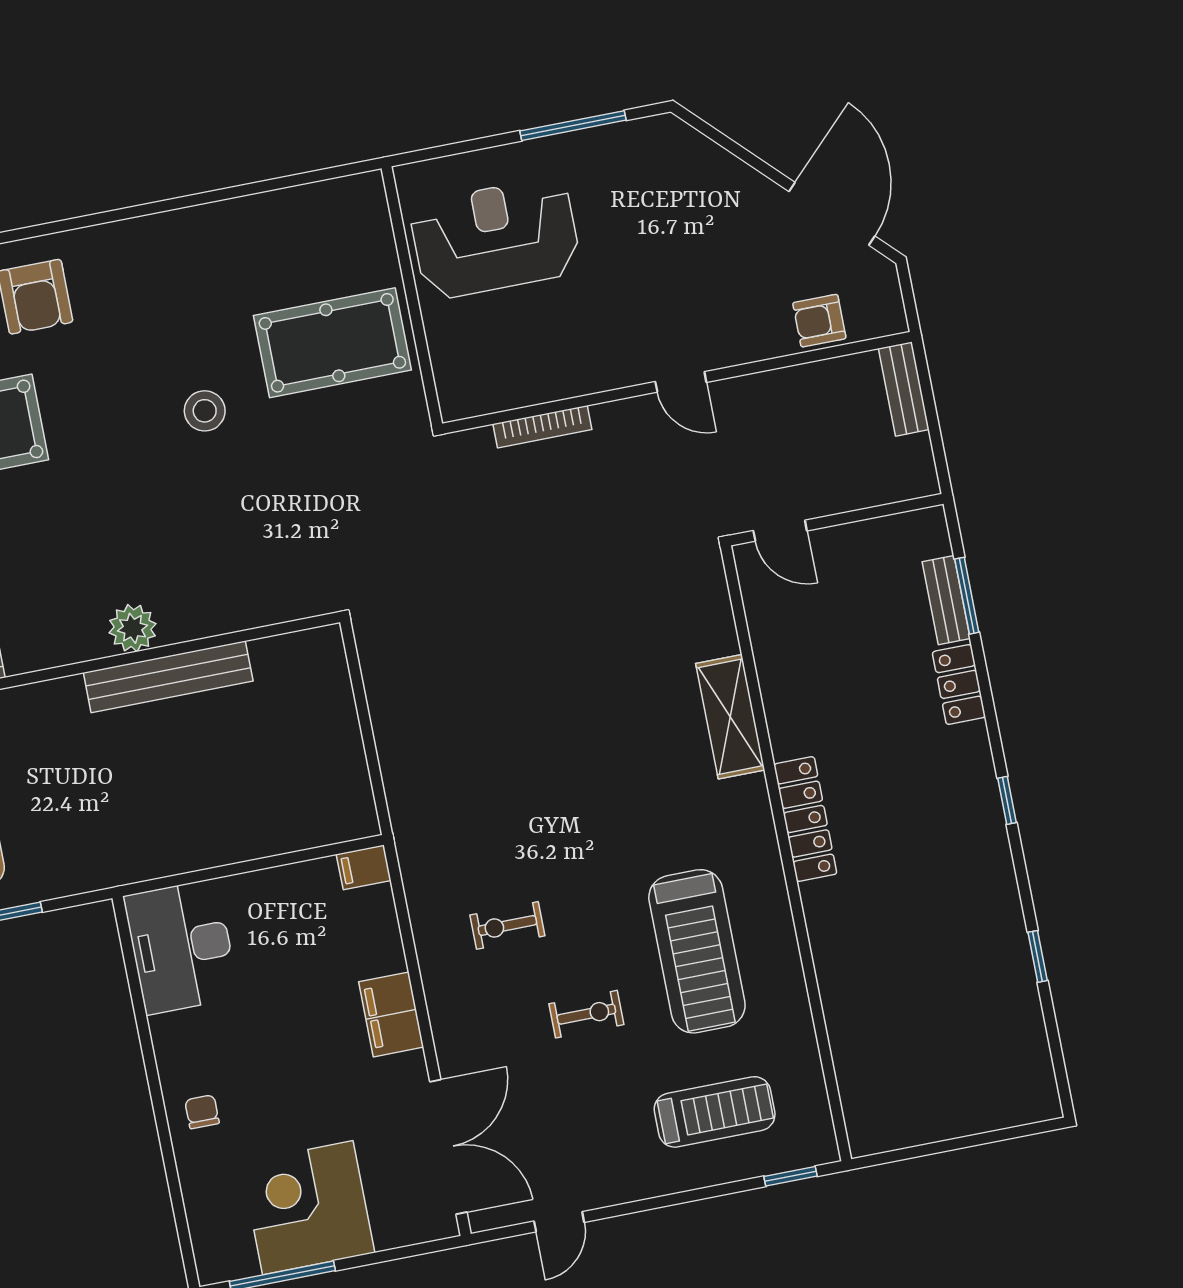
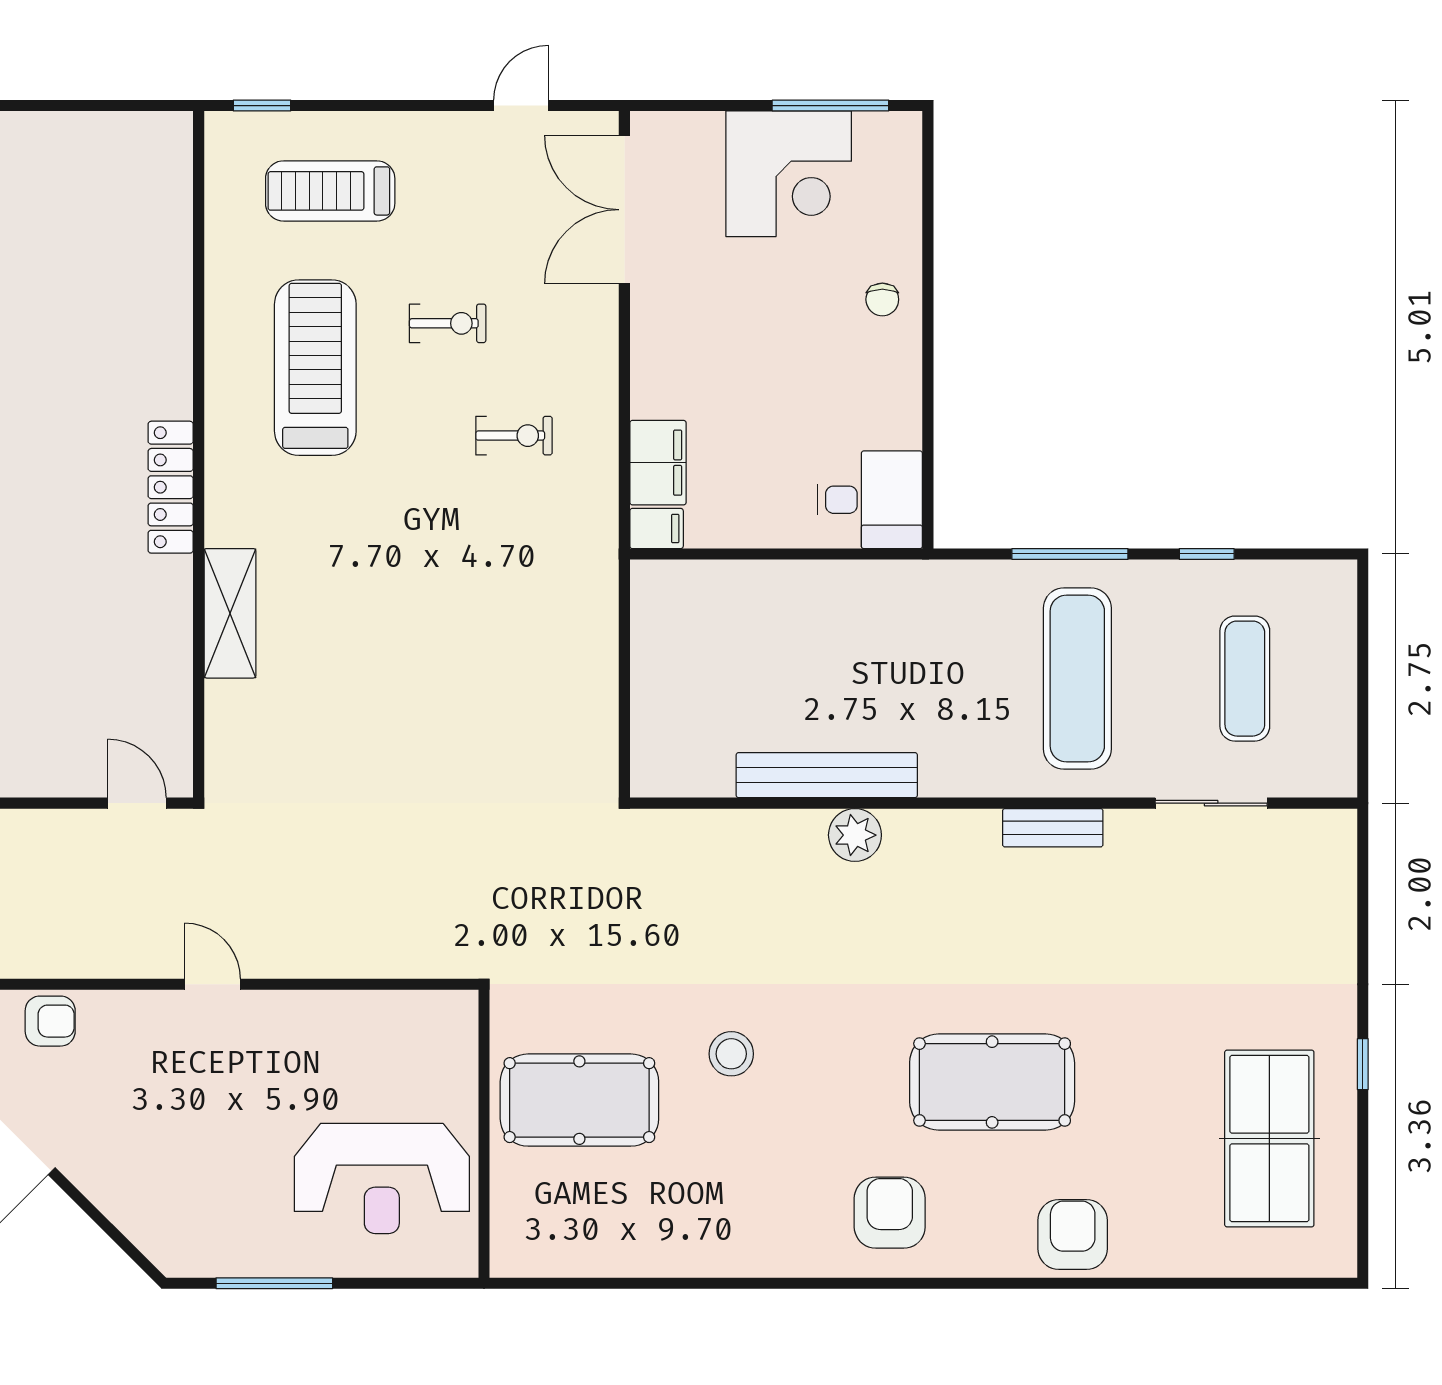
bookcase: (542, 427) -> (371, 965), removed
desk: (181, 947) -> (870, 500), width x0.73
filing cabinet: (391, 1014) -> (658, 463), moved
exercise bike: (586, 1014) -> (448, 323), turned 180

